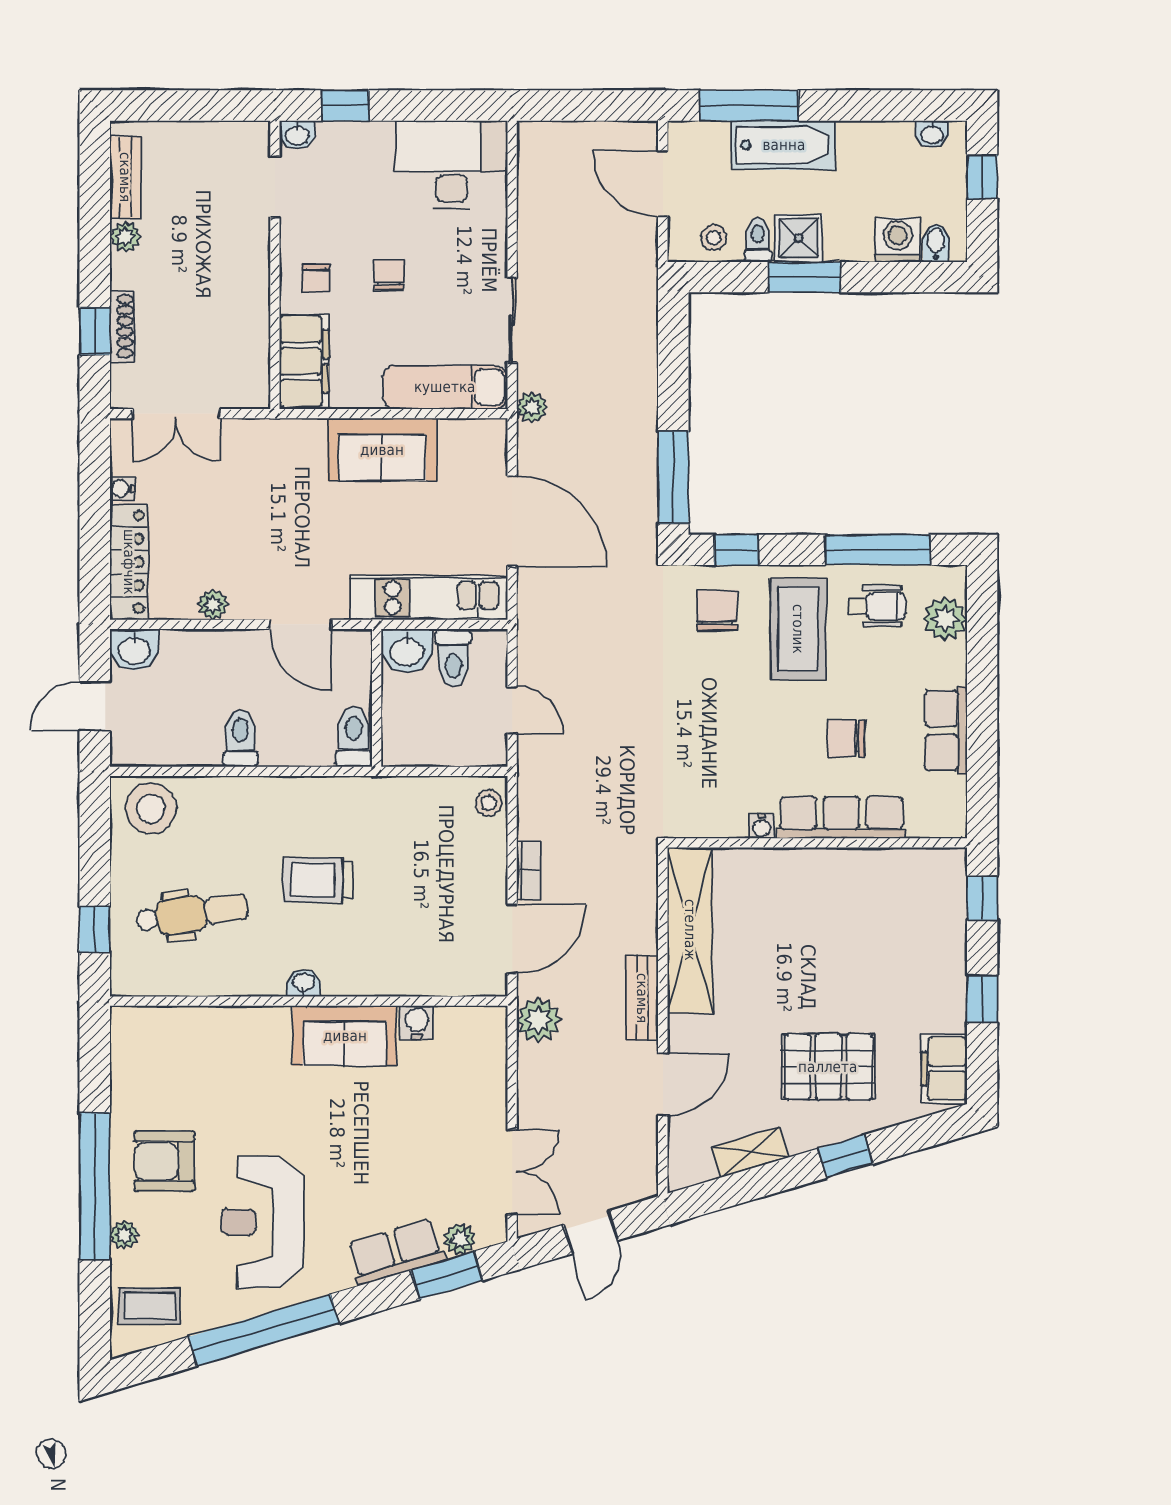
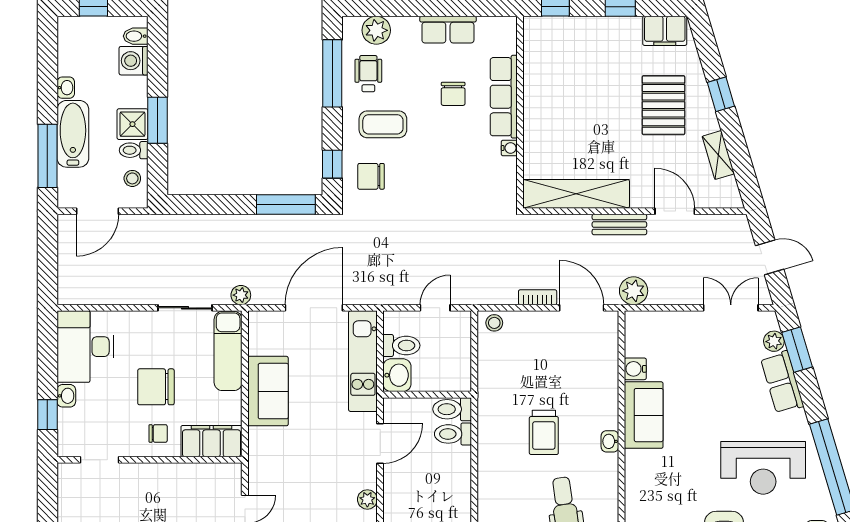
washbasin: (932, 134) -> (66, 88), moved
washbasin: (297, 135) -> (66, 396), moved
chair: (389, 275) -> (156, 387), width x1.87, depth x1.87
coffee table: (798, 629) -> (383, 124), width x0.73, depth x0.76
toilet: (240, 738) -> (453, 434), moved

